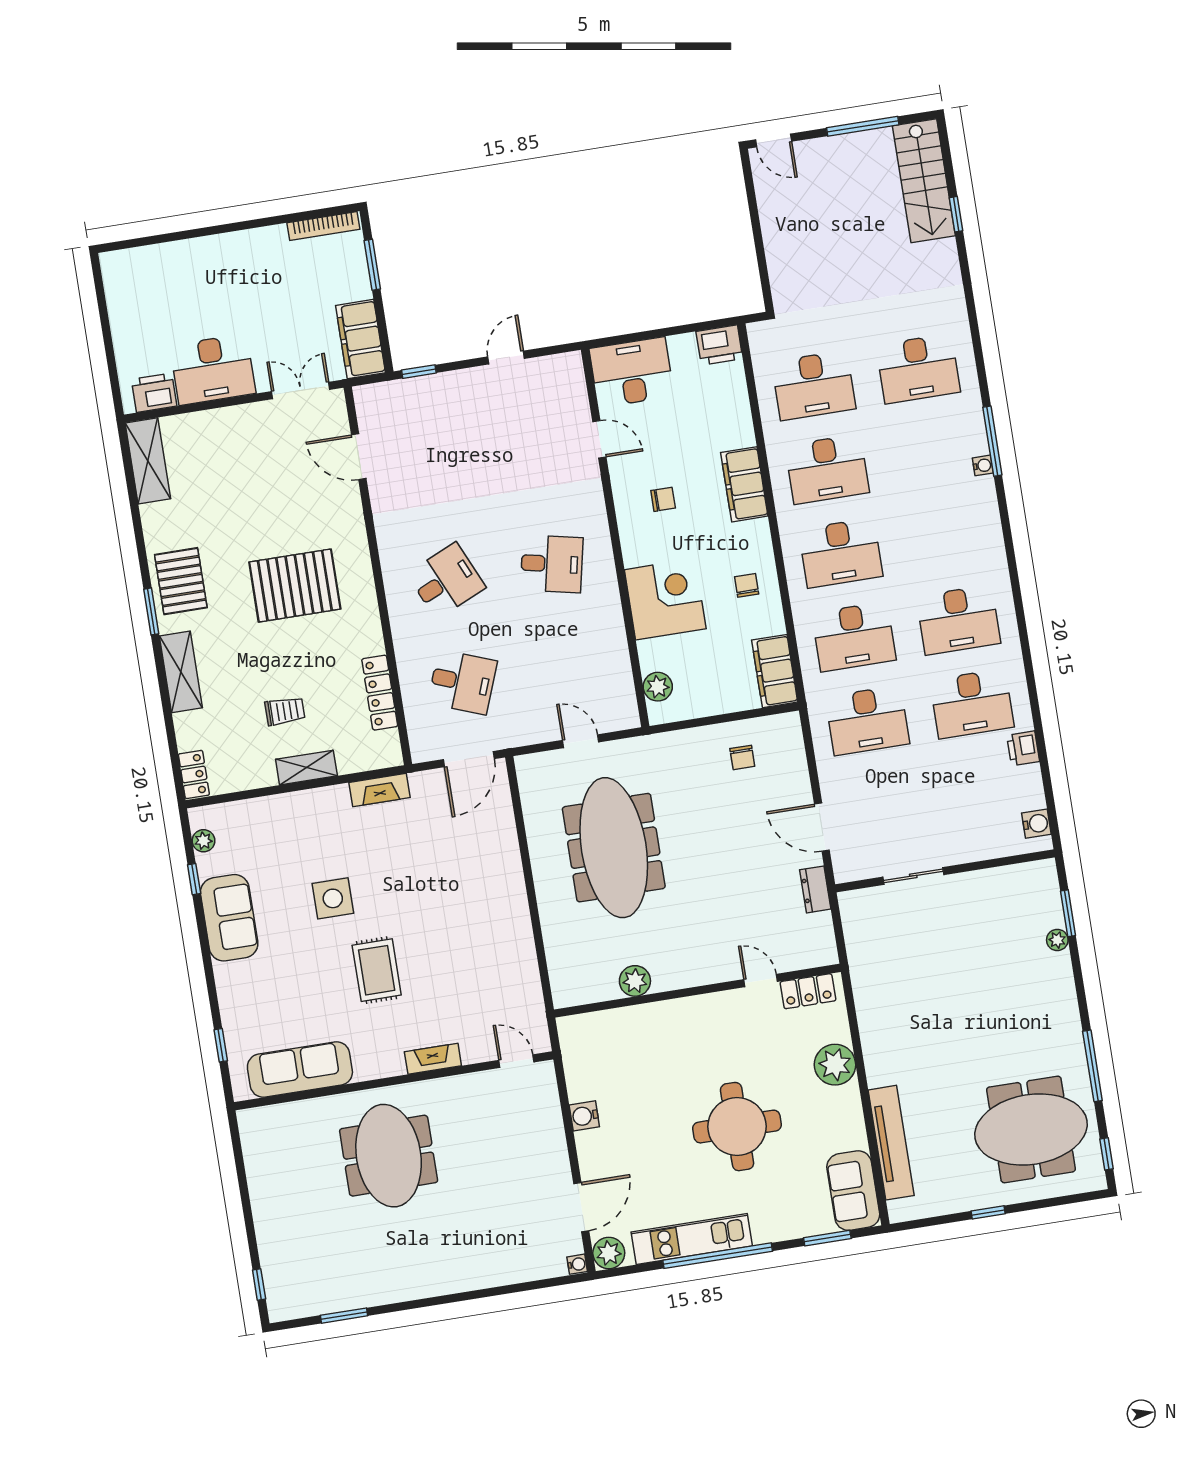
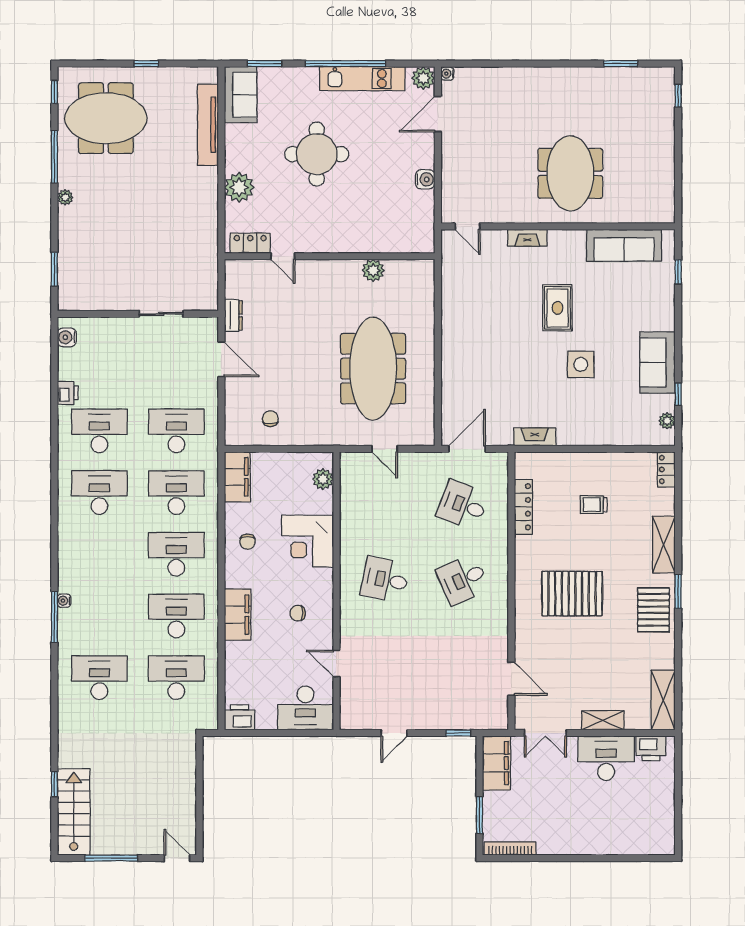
shelving: (306, 768) -> (603, 720), moved
plant: (1057, 940) -> (65, 197), moved

